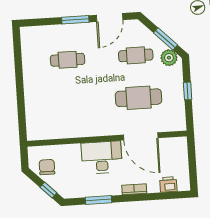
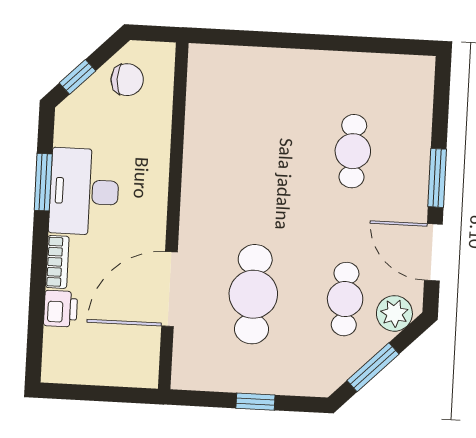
plant: (169, 58) -> (394, 313), moved
desk: (102, 157) -> (84, 192), moved, turned 180
printer: (168, 184) -> (61, 309), moved

